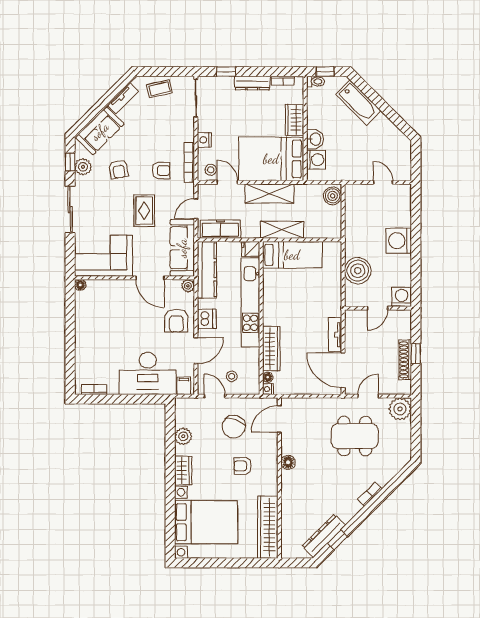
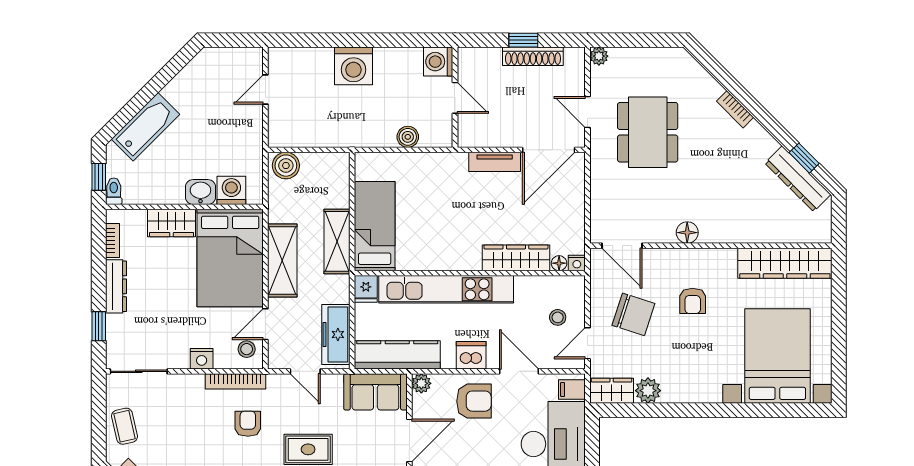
sofa: (182, 248) -> (375, 392), width x0.73
boiler: (358, 271) -> (408, 137), width x0.54, depth x0.54
plant: (400, 409) -> (599, 56), width x0.53, depth x0.53
wardrobe: (183, 470) -> (612, 391), moved

